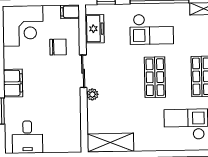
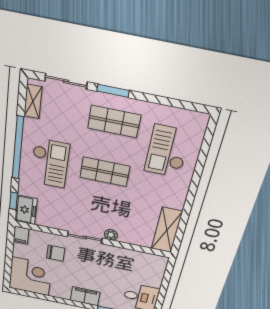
freezer: (95, 29) -> (26, 210), moved, turned 90
chair: (58, 47) -> (56, 253), turned 90

